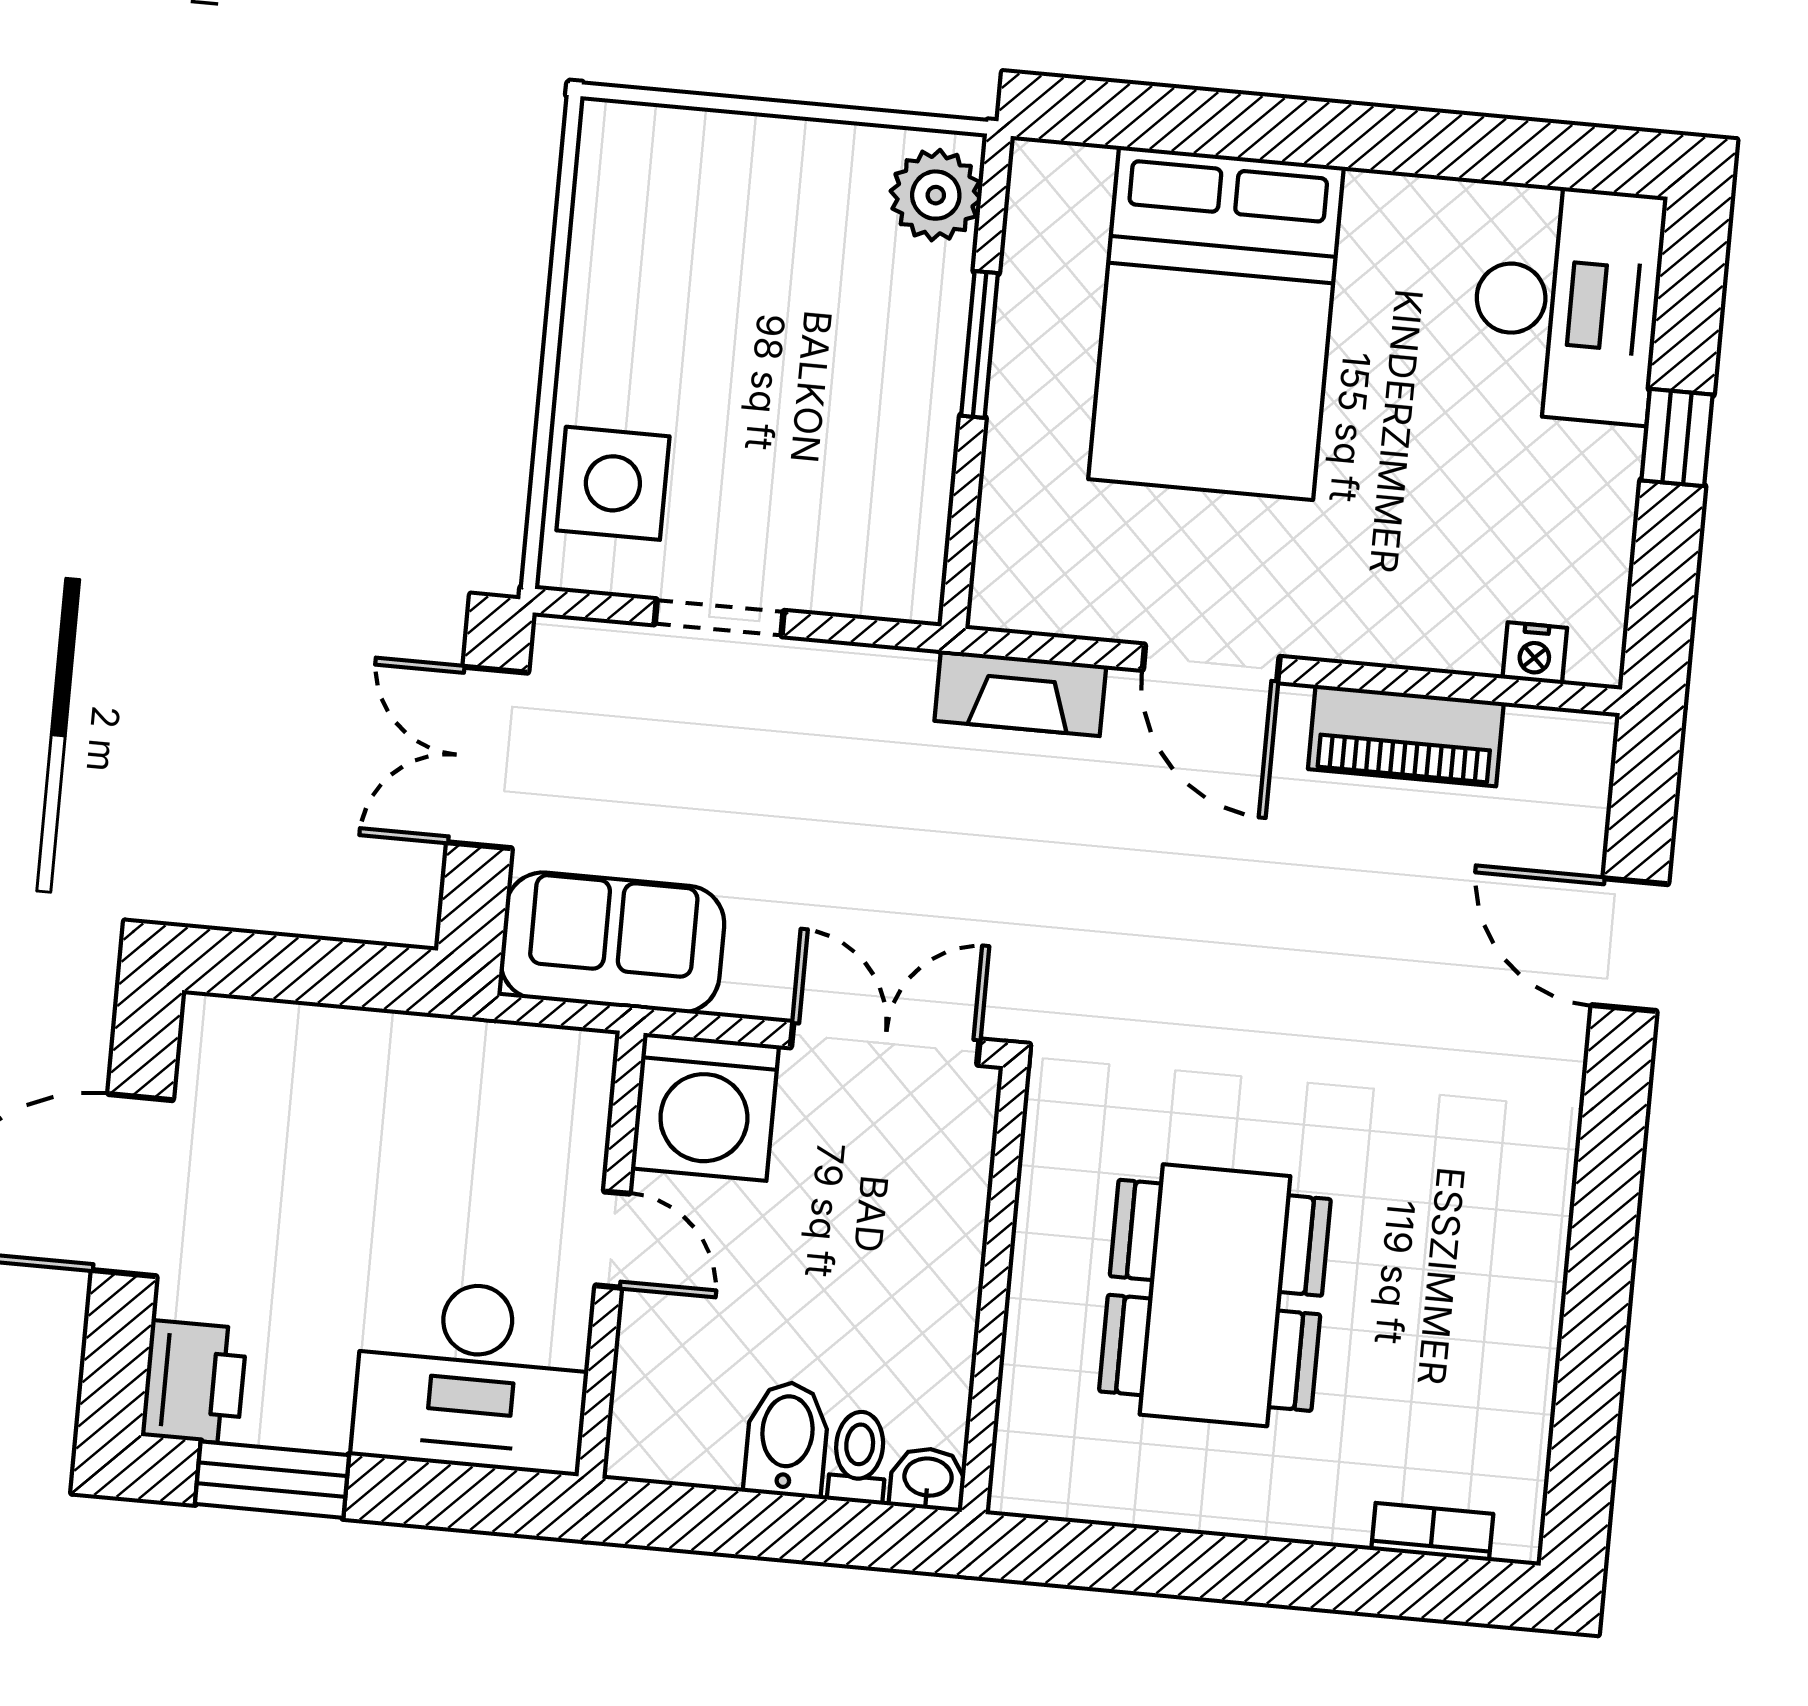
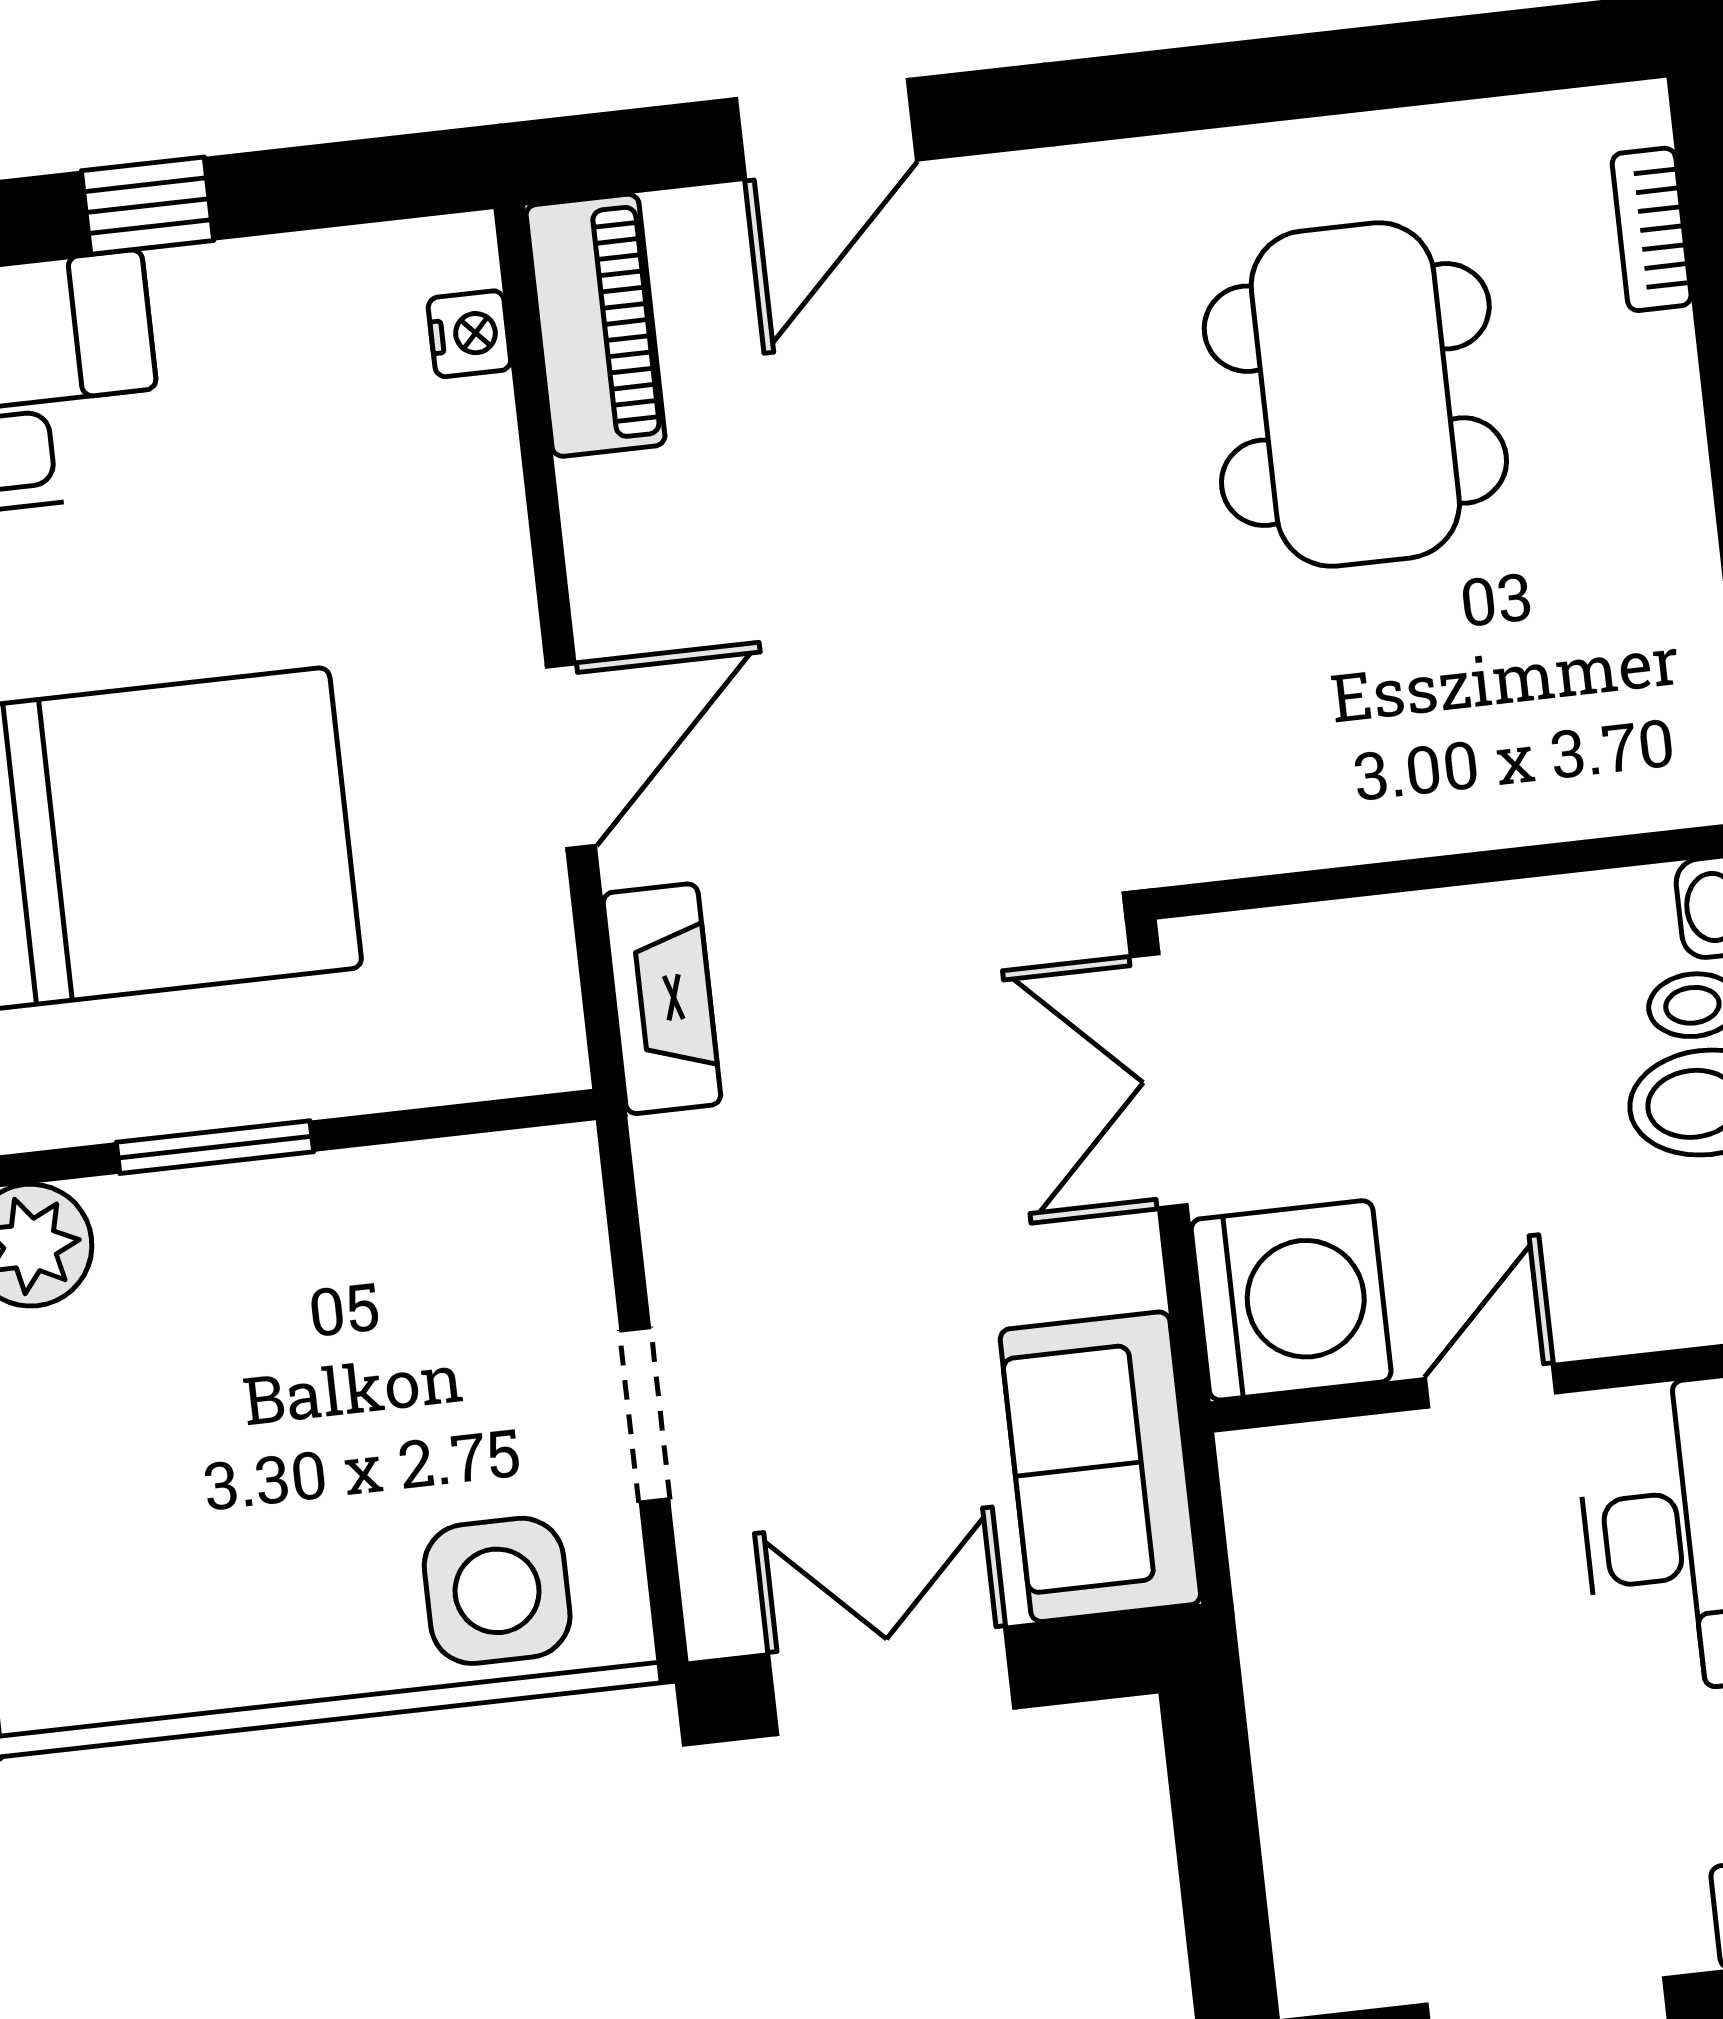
piano: (1406, 736) -> (596, 325), moved
double door: (488, 757) -> (891, 1681), swing flipped
dining table: (1215, 1295) -> (1355, 395), moved, turned 90

